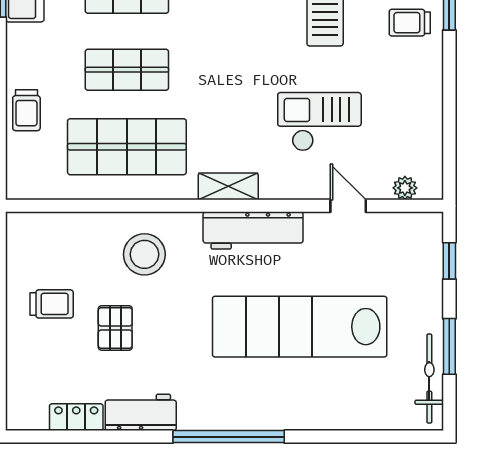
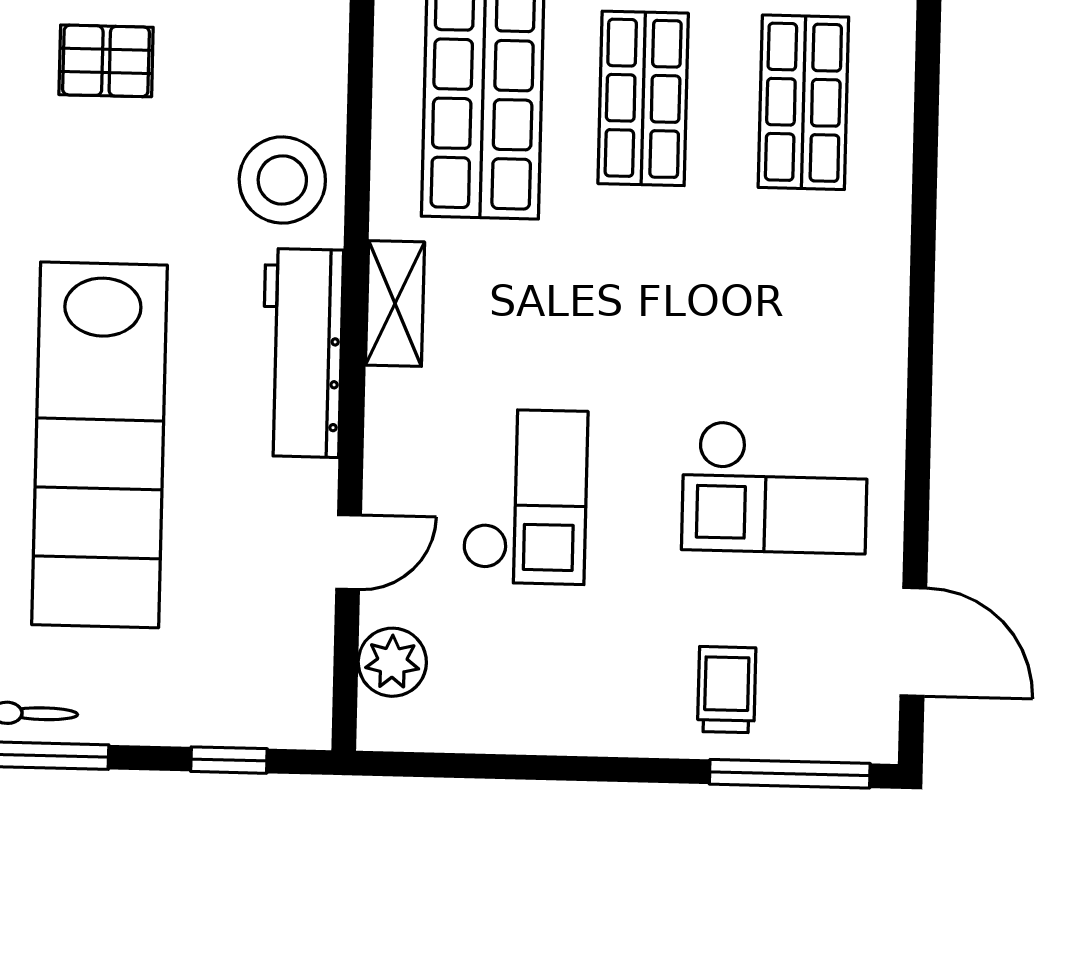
plant: (405, 188) -> (392, 662), width x1.38, depth x1.38
stool: (144, 254) -> (282, 180), moved
lab bench: (300, 327) -> (100, 445), turned 180

